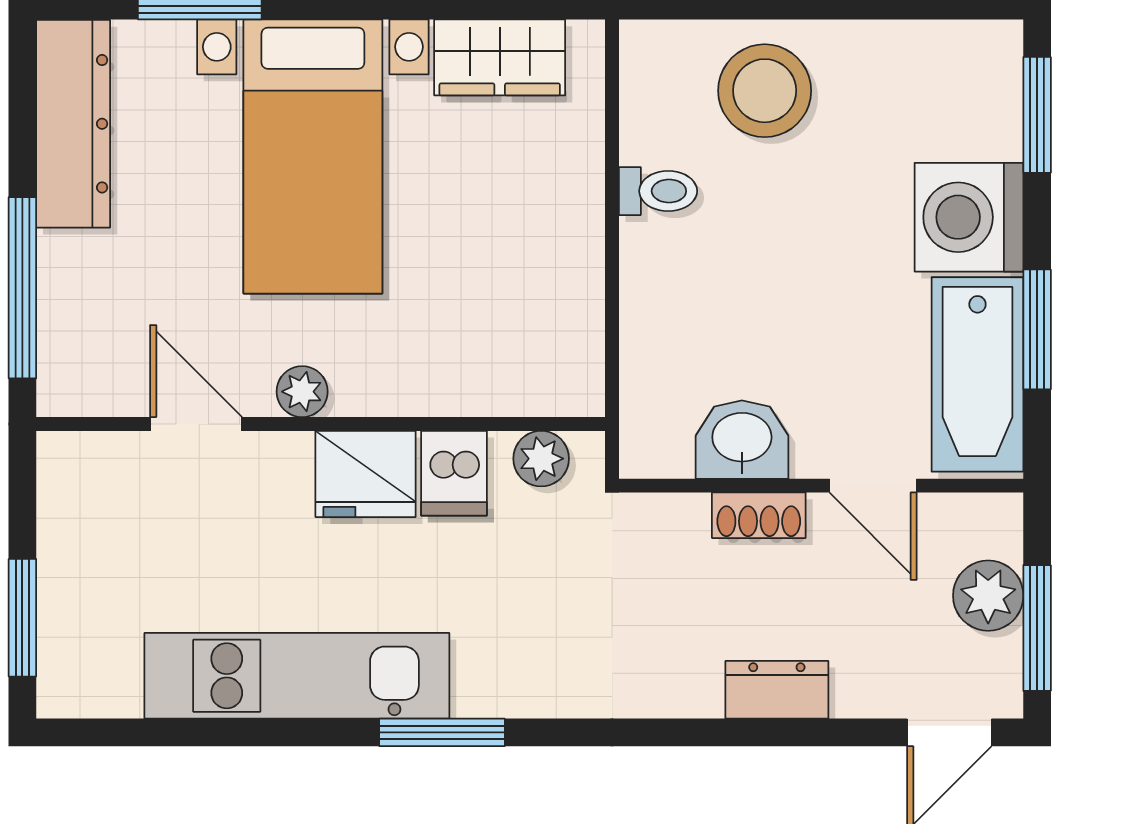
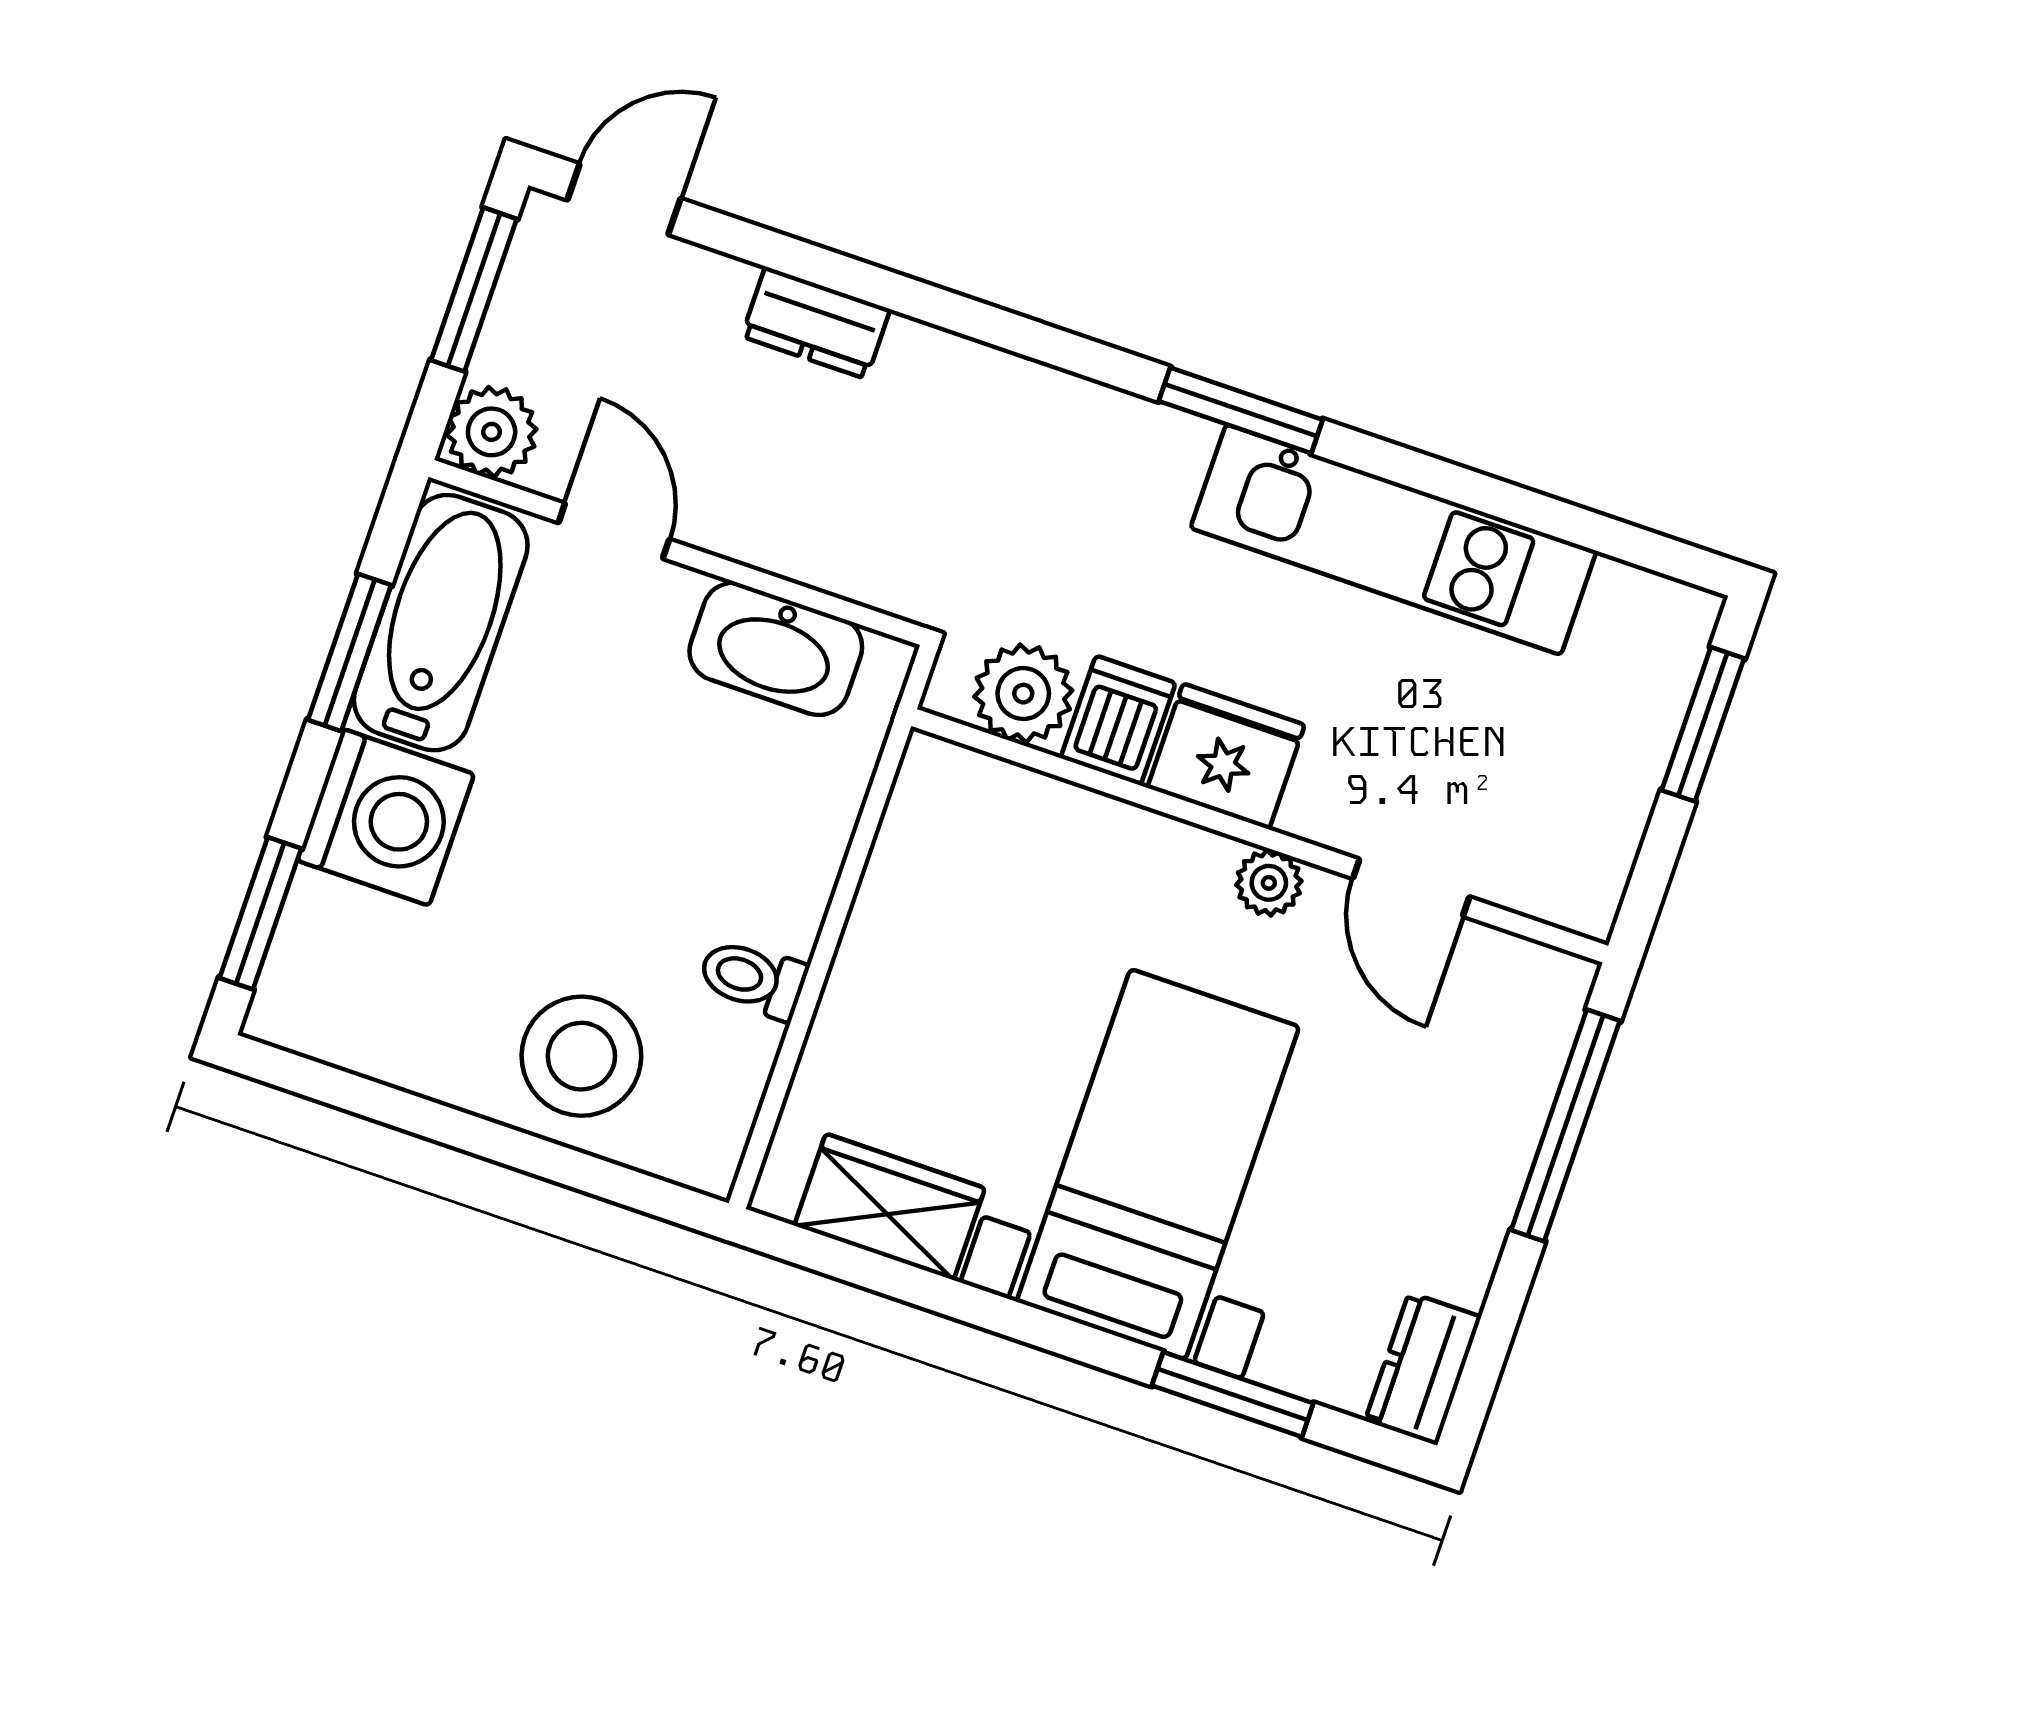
dresser: (73, 124) -> (1423, 1369), width x0.51, depth x0.80
washbasin: (742, 440) -> (776, 649), width x1.38
plant: (541, 459) -> (1023, 694), width x1.38, depth x1.38
shoe rack: (759, 515) -> (765, 542), removed
plant: (988, 596) -> (492, 432), moved

